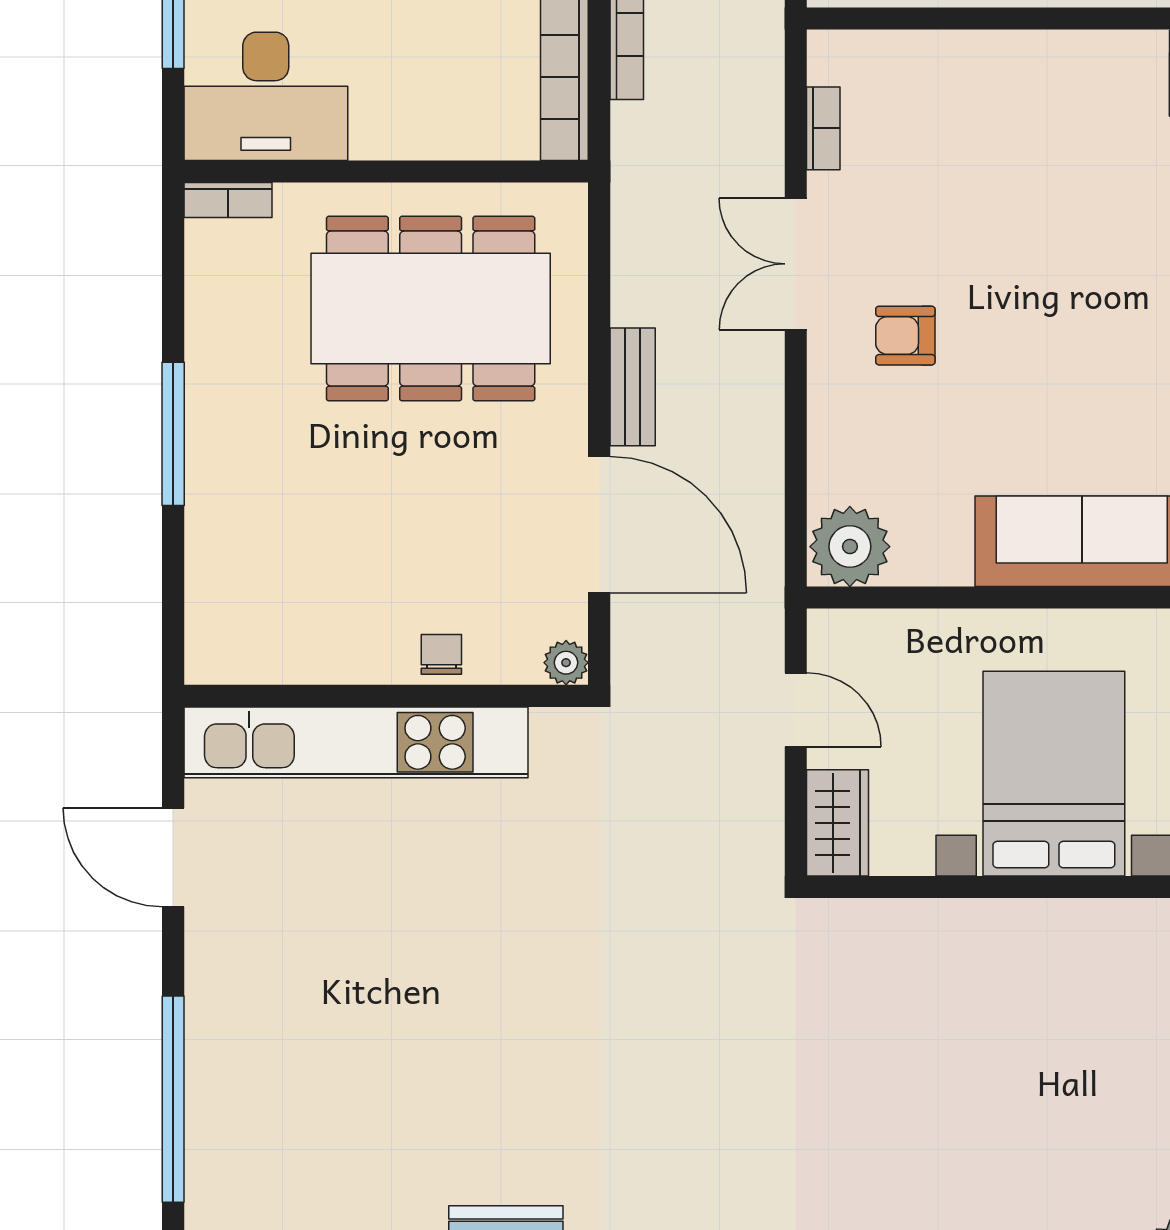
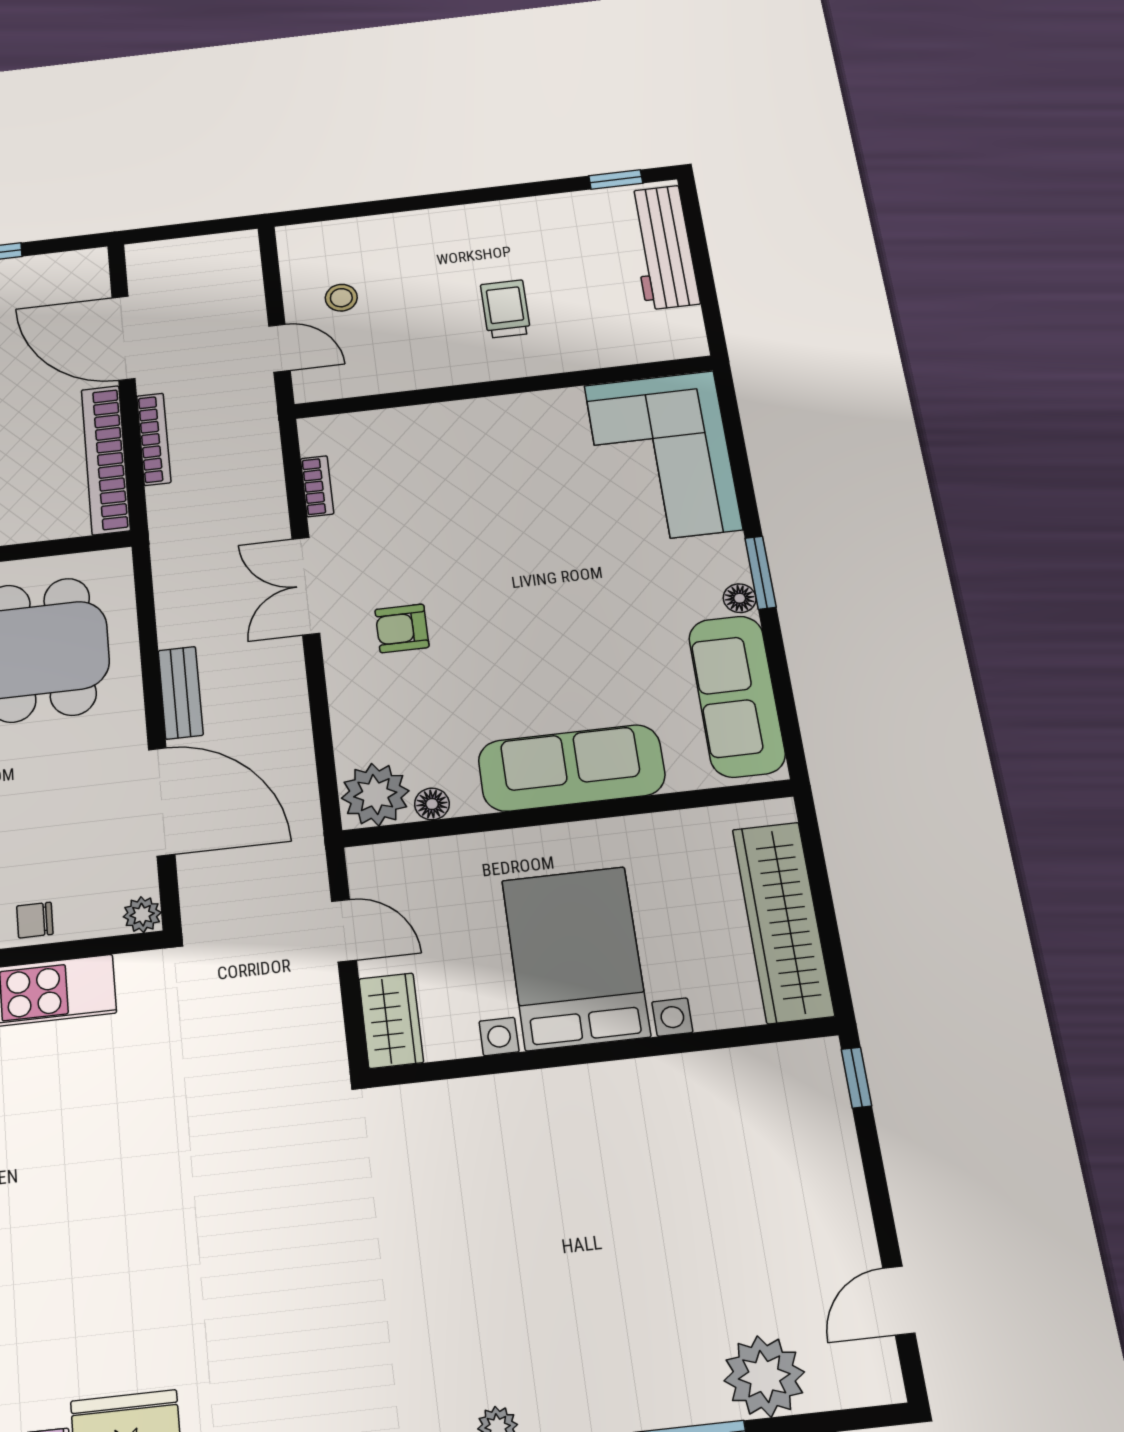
floor lamp: (914, 567) -> (432, 804), added
chair: (441, 654) -> (35, 920), turned -90

